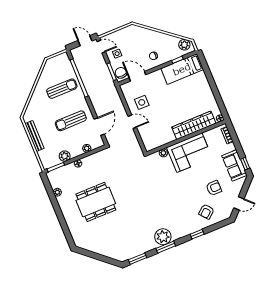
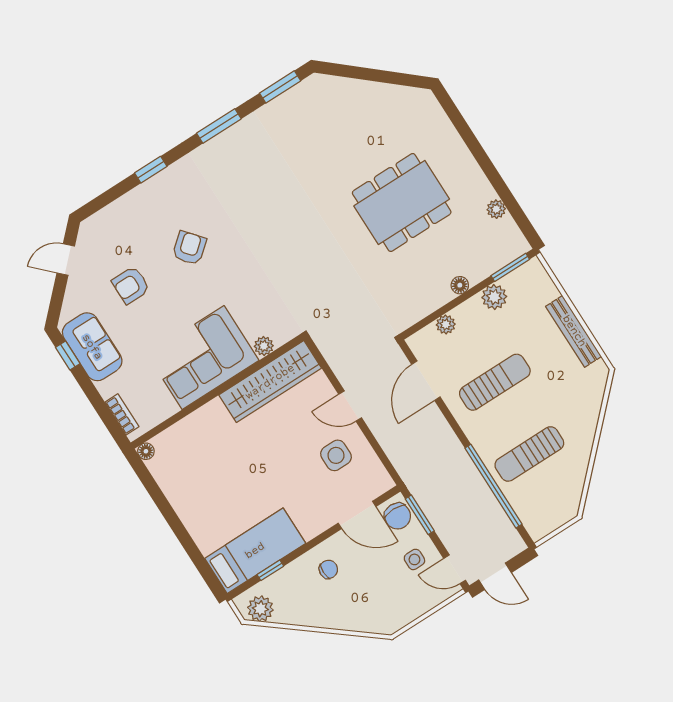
wardrobe: (194, 125) -> (270, 382), moved
armchair: (206, 212) -> (189, 248), moved
plant: (163, 237) -> (230, 149), removed

